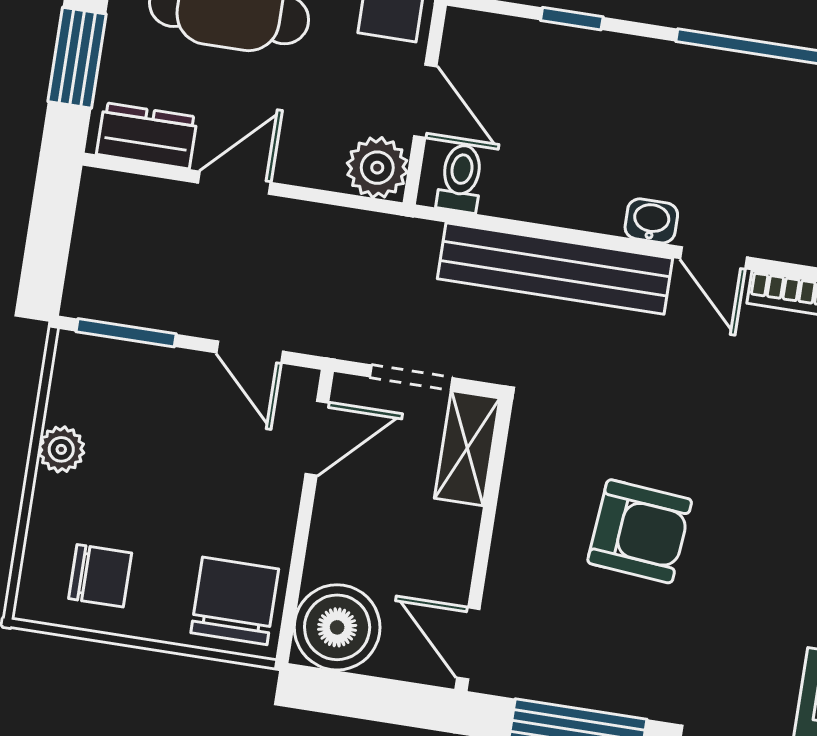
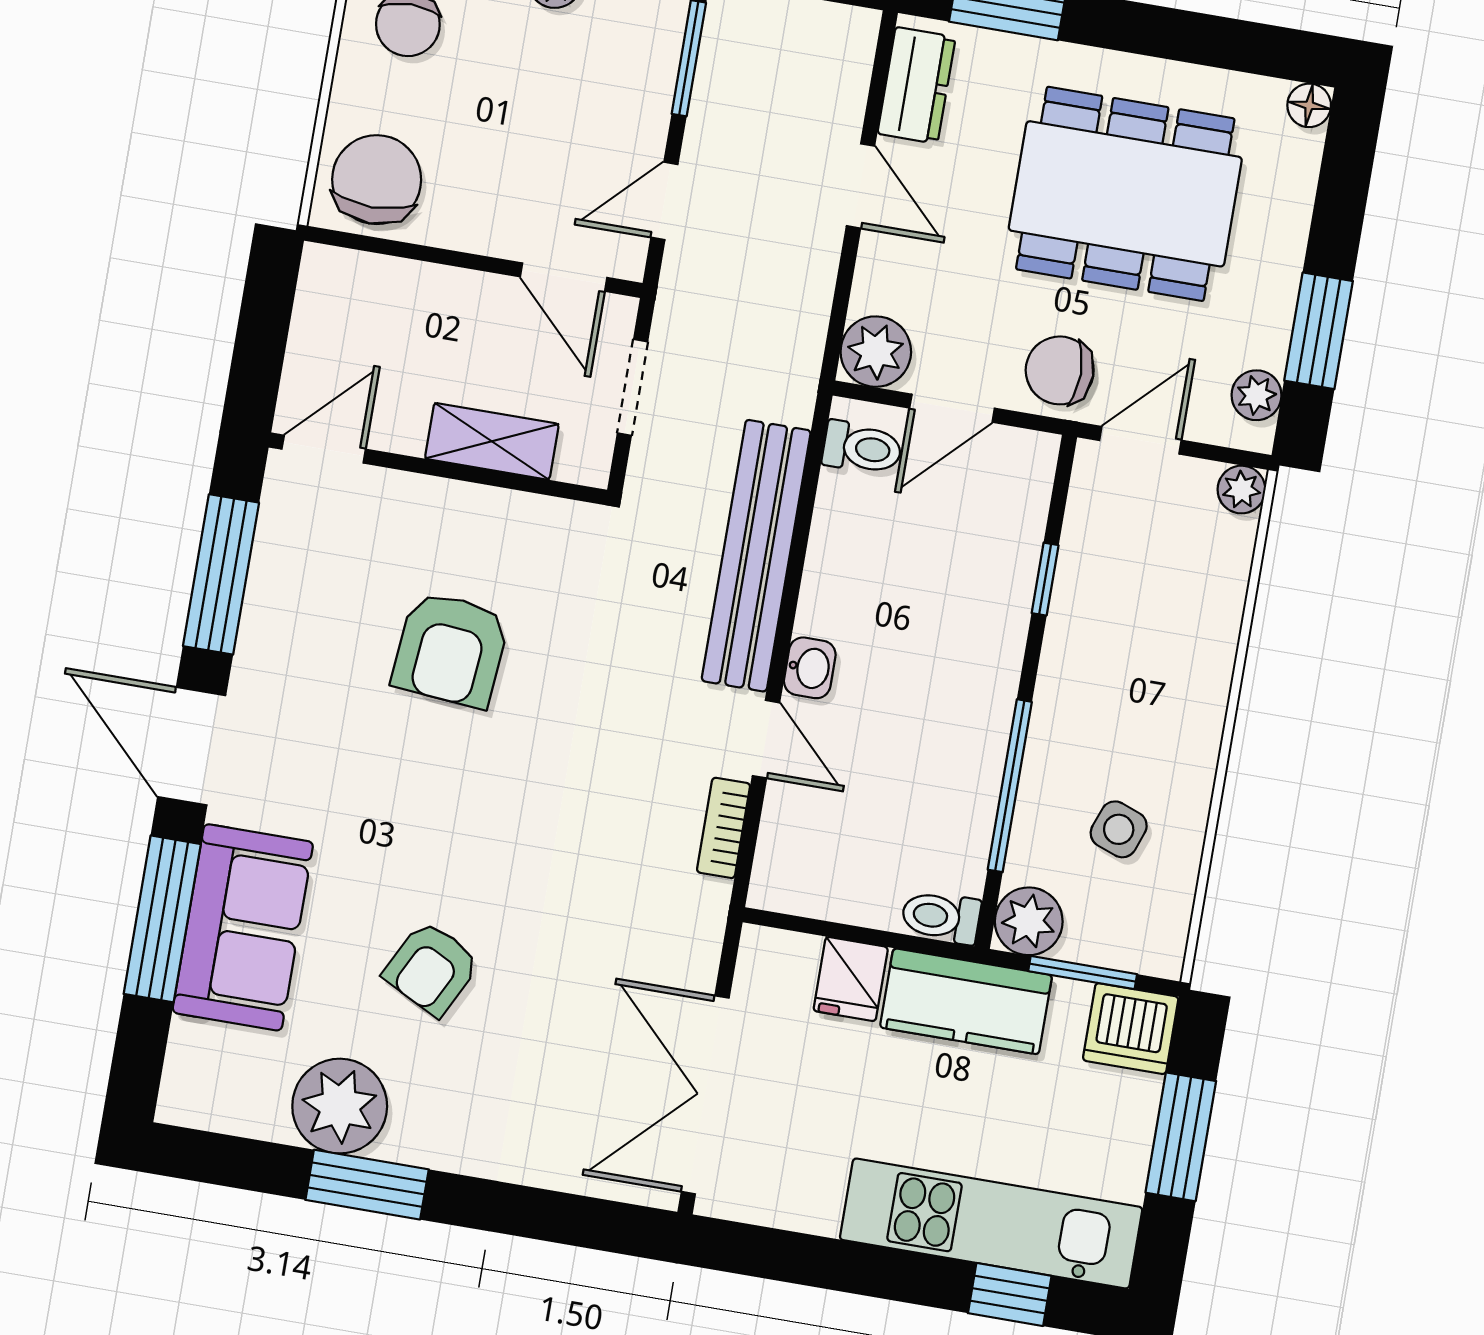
door: (713, 258) -> (766, 739), swing flipped
shelving: (467, 448) -> (492, 441), moved
chair: (235, 601) -> (377, 180), turned -90
boiler: (337, 627) -> (344, 298), removed

